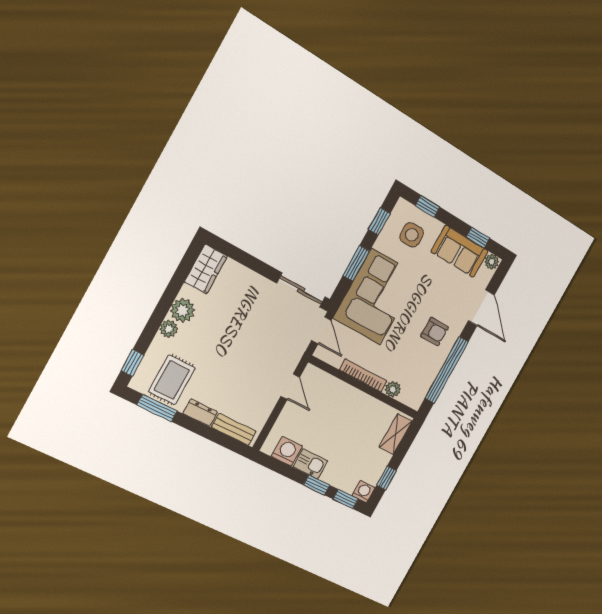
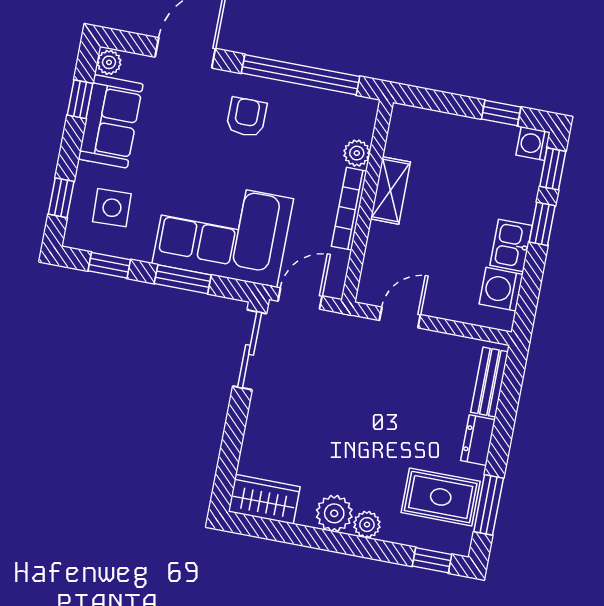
shelving: (396, 434) -> (390, 190), moved, turned 90

